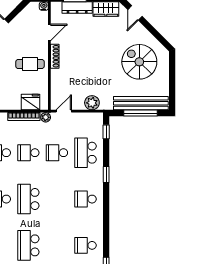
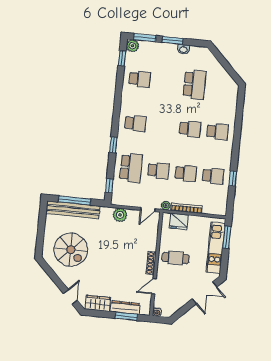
school desk: (28, 199) -> (190, 129), width x0.54

